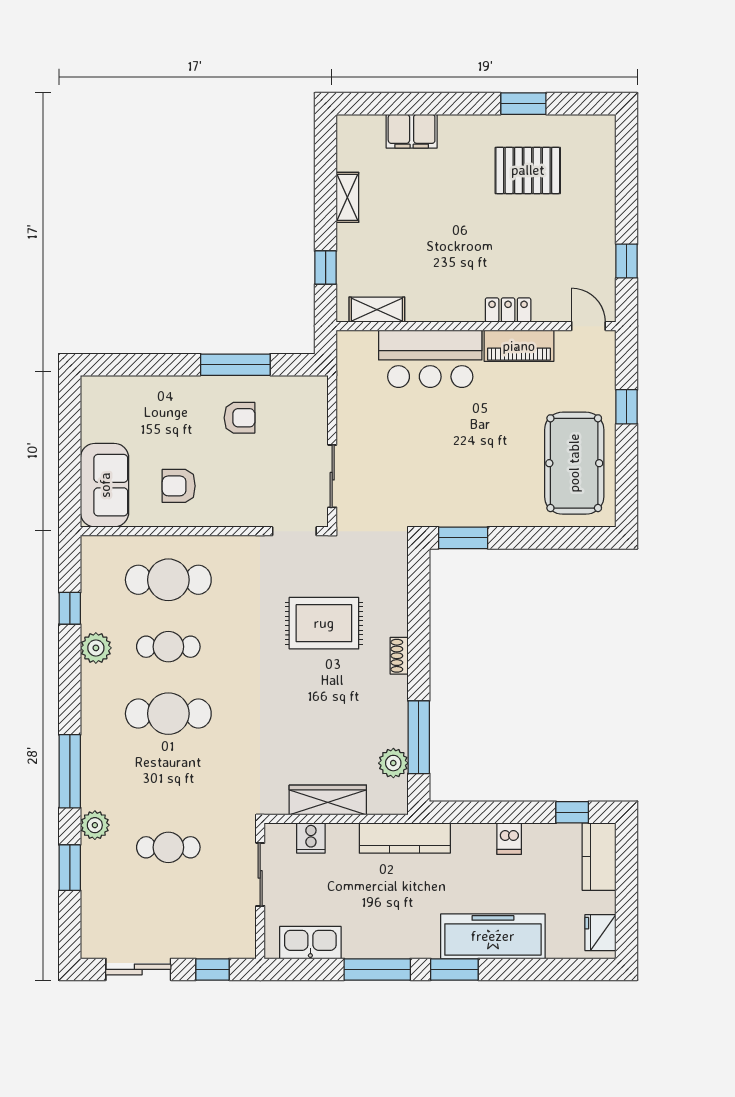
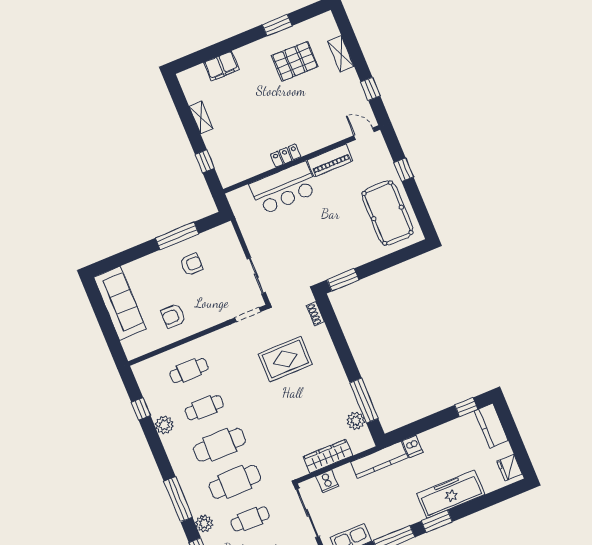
shelving: (377, 310) -> (341, 54), moved, turned 90
locker: (508, 310) -> (286, 156), moved
sofa: (105, 485) -> (120, 303), moved, width x1.36
cafe table: (168, 580) -> (189, 371), width x0.73, depth x0.74
shoe rack: (399, 656) -> (315, 314), moved
cafe table: (168, 780) -> (235, 482), added
dishwasher: (509, 839) -> (413, 446), moved
sliding door: (260, 874) -> (307, 513), width x1.37

